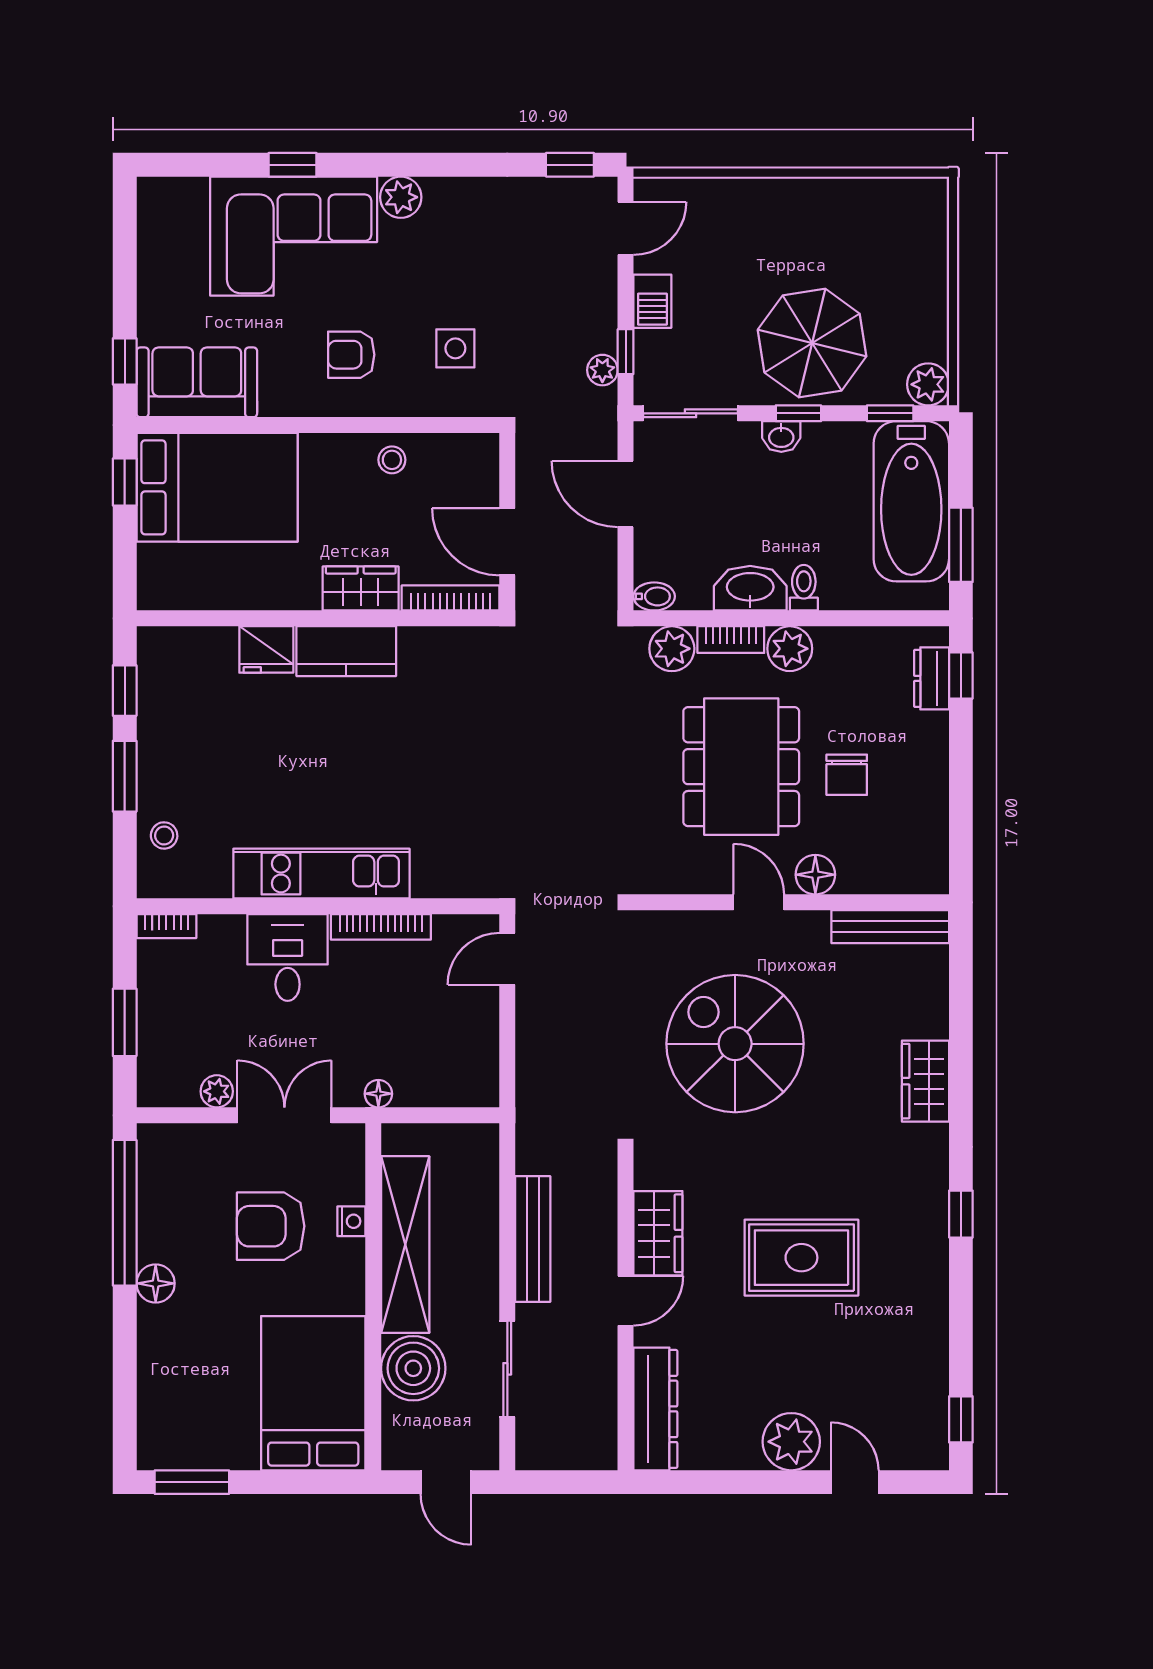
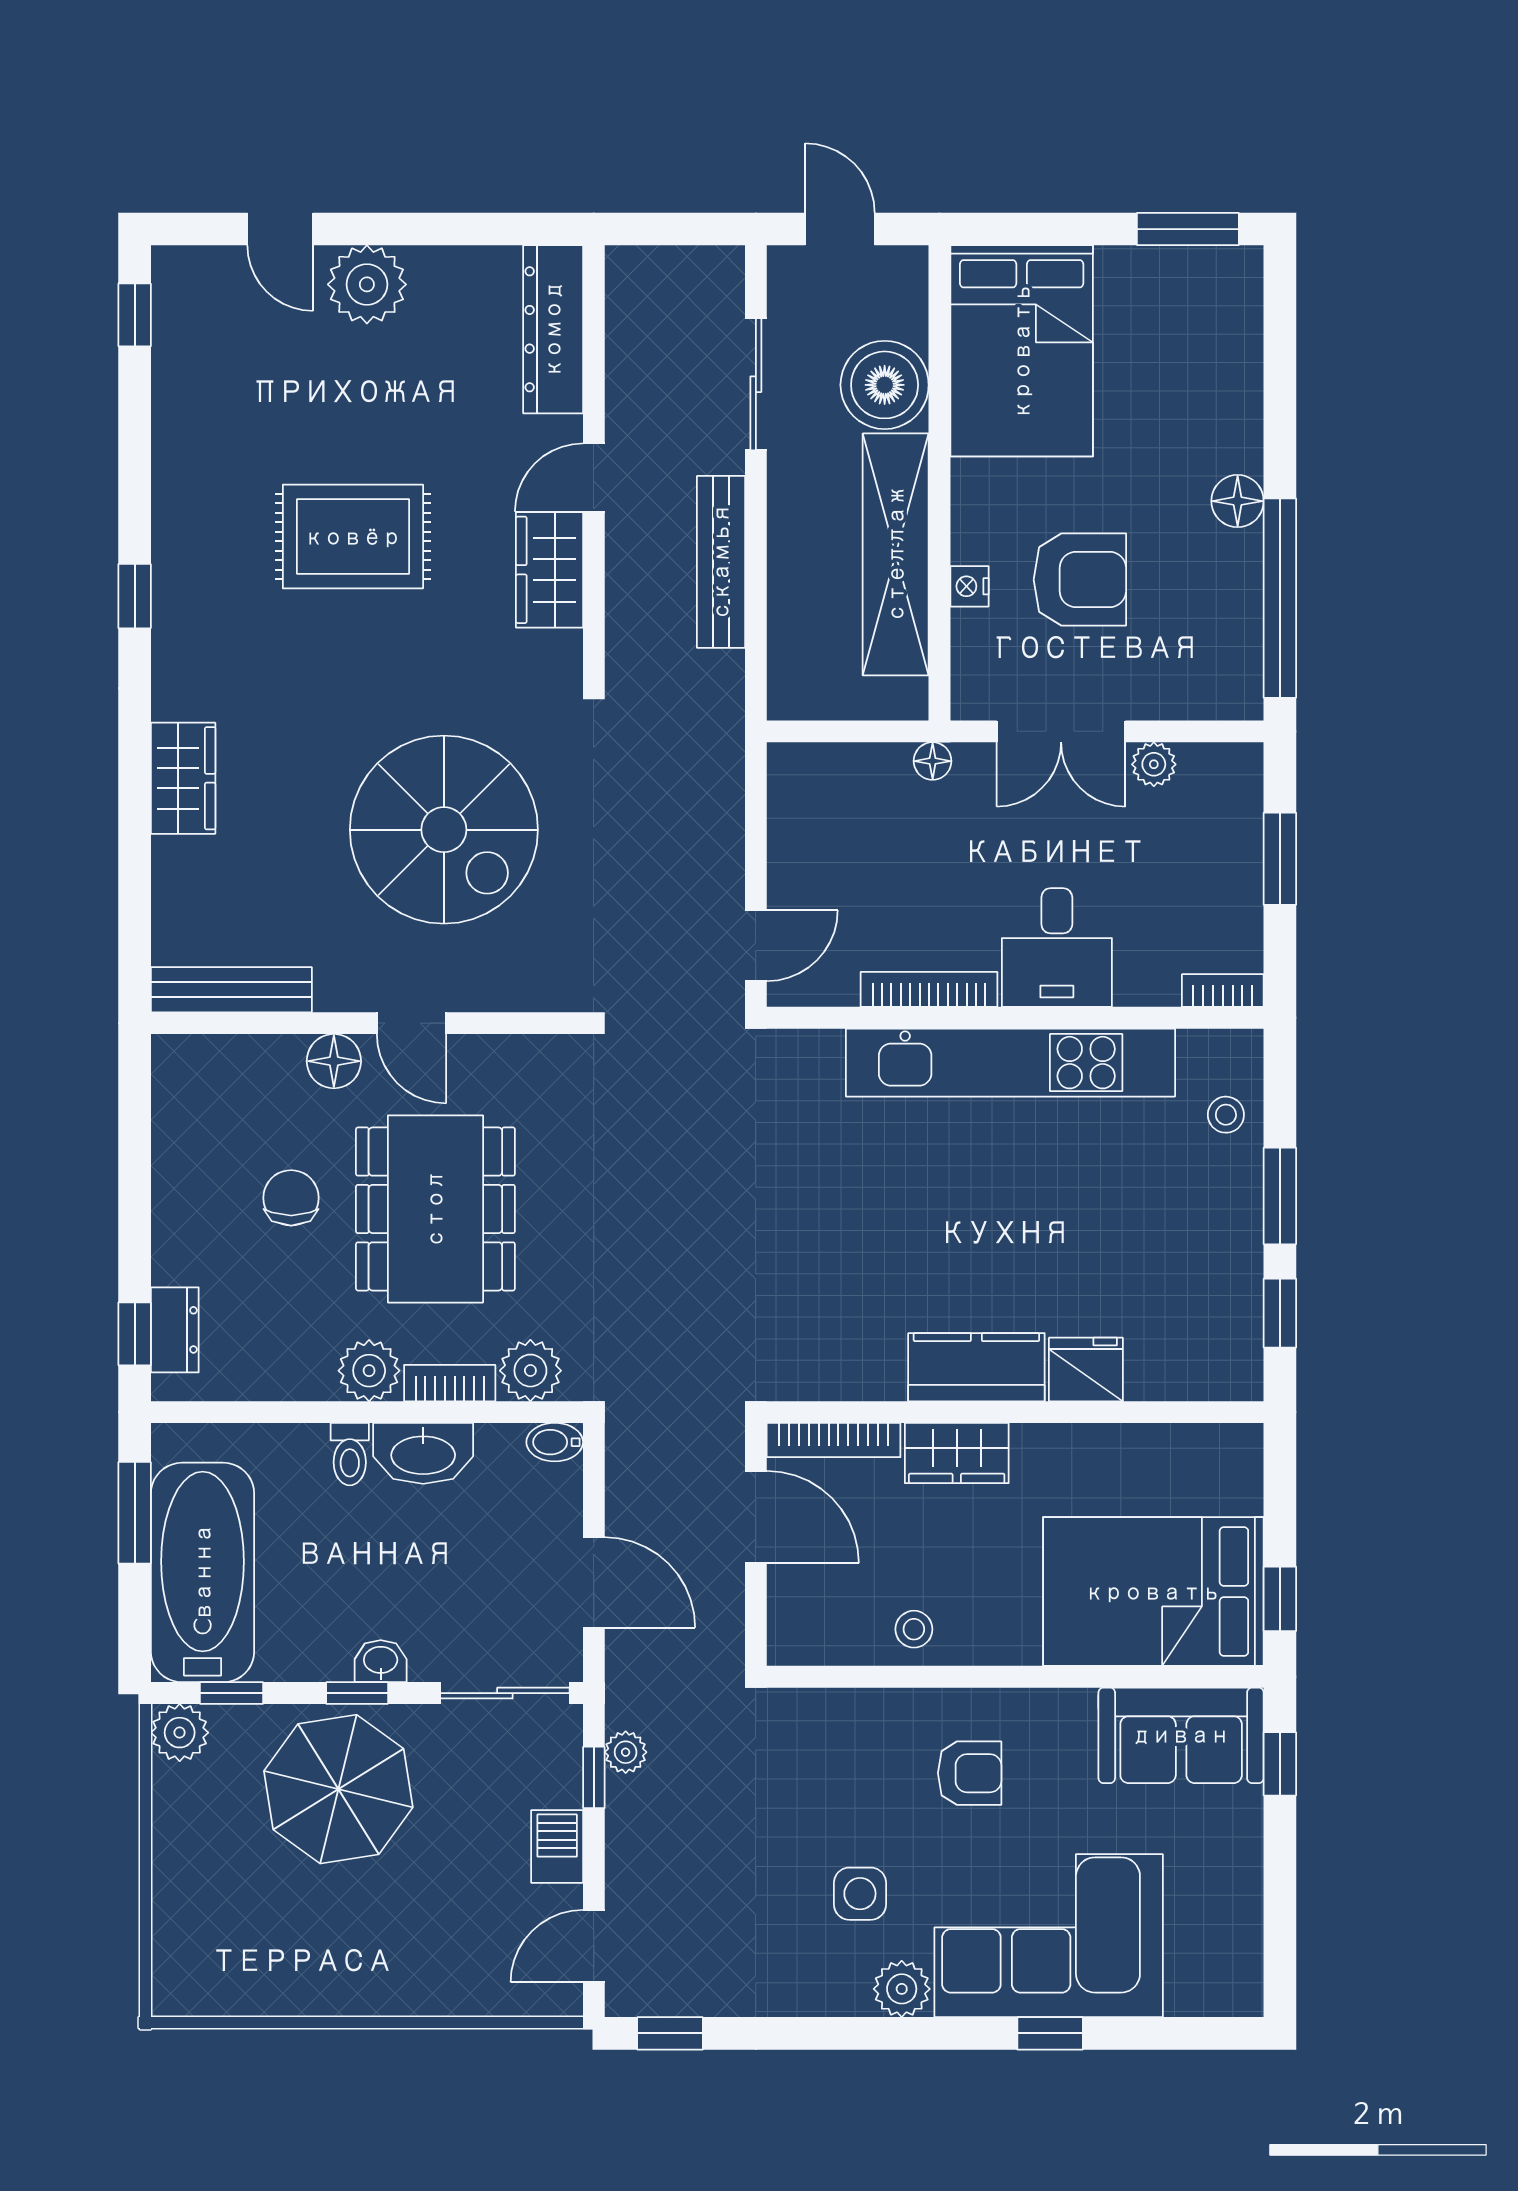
side table: (455, 348) -> (860, 1894), moved
kitchen unit: (321, 874) -> (1010, 1063), width x1.36

